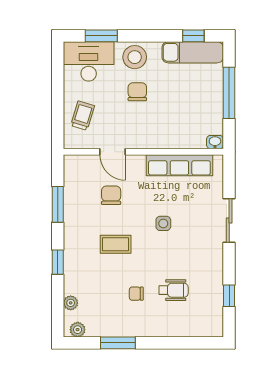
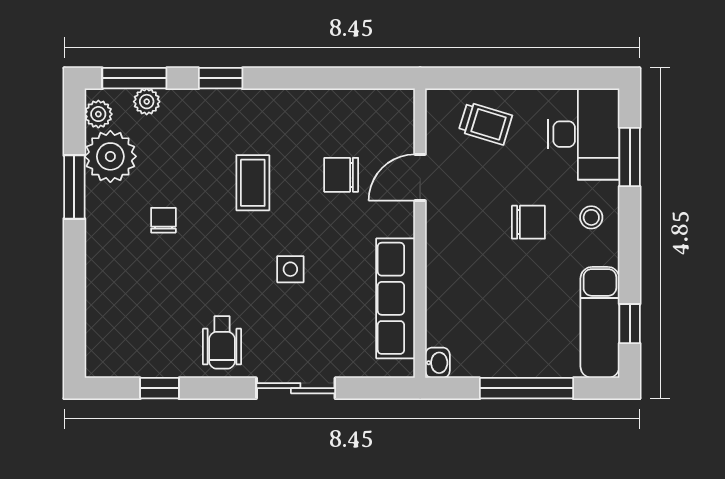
stool: (135, 57) -> (591, 217), width x0.53, depth x0.53
chair: (111, 195) -> (341, 175), turned 180
window: (58, 204) -> (134, 78), moved
wheelchair: (173, 290) -> (222, 342), moved
plant: (101, 323) -> (110, 156), added

